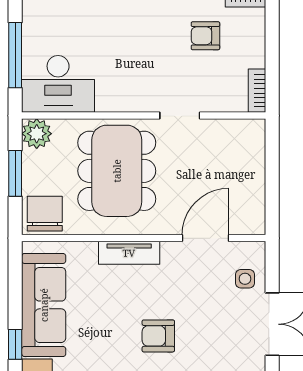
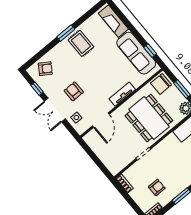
chair: (45, 214) -> (161, 84), turned 90
armchair: (158, 336) -> (74, 91), moved, turned -90
window: (15, 344) -> (150, 51), moved

